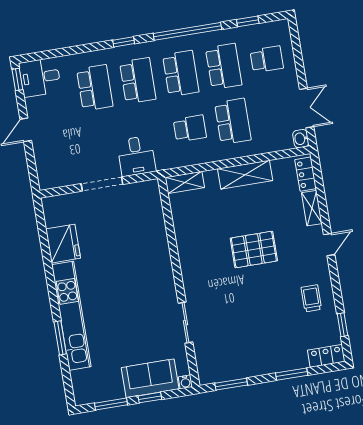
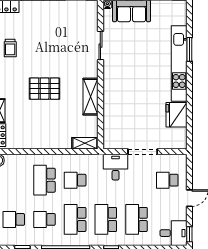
school desk: (224, 66) -> (44, 219), width x0.54
school desk: (61, 150) -> (167, 180), added
shelving: (245, 175) -> (91, 97), moved, turned 90

